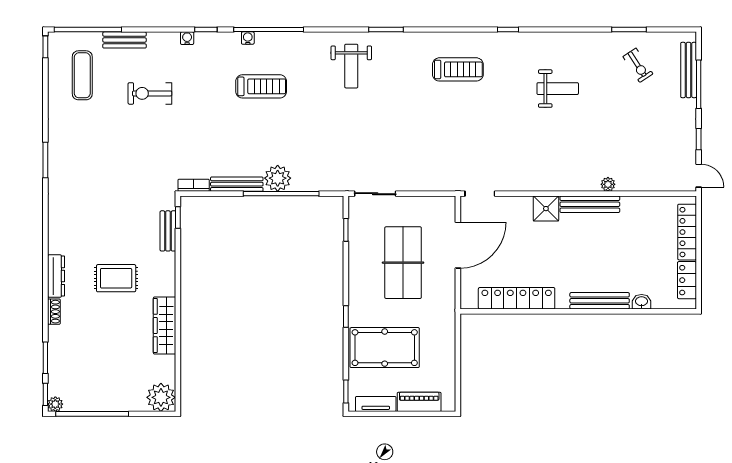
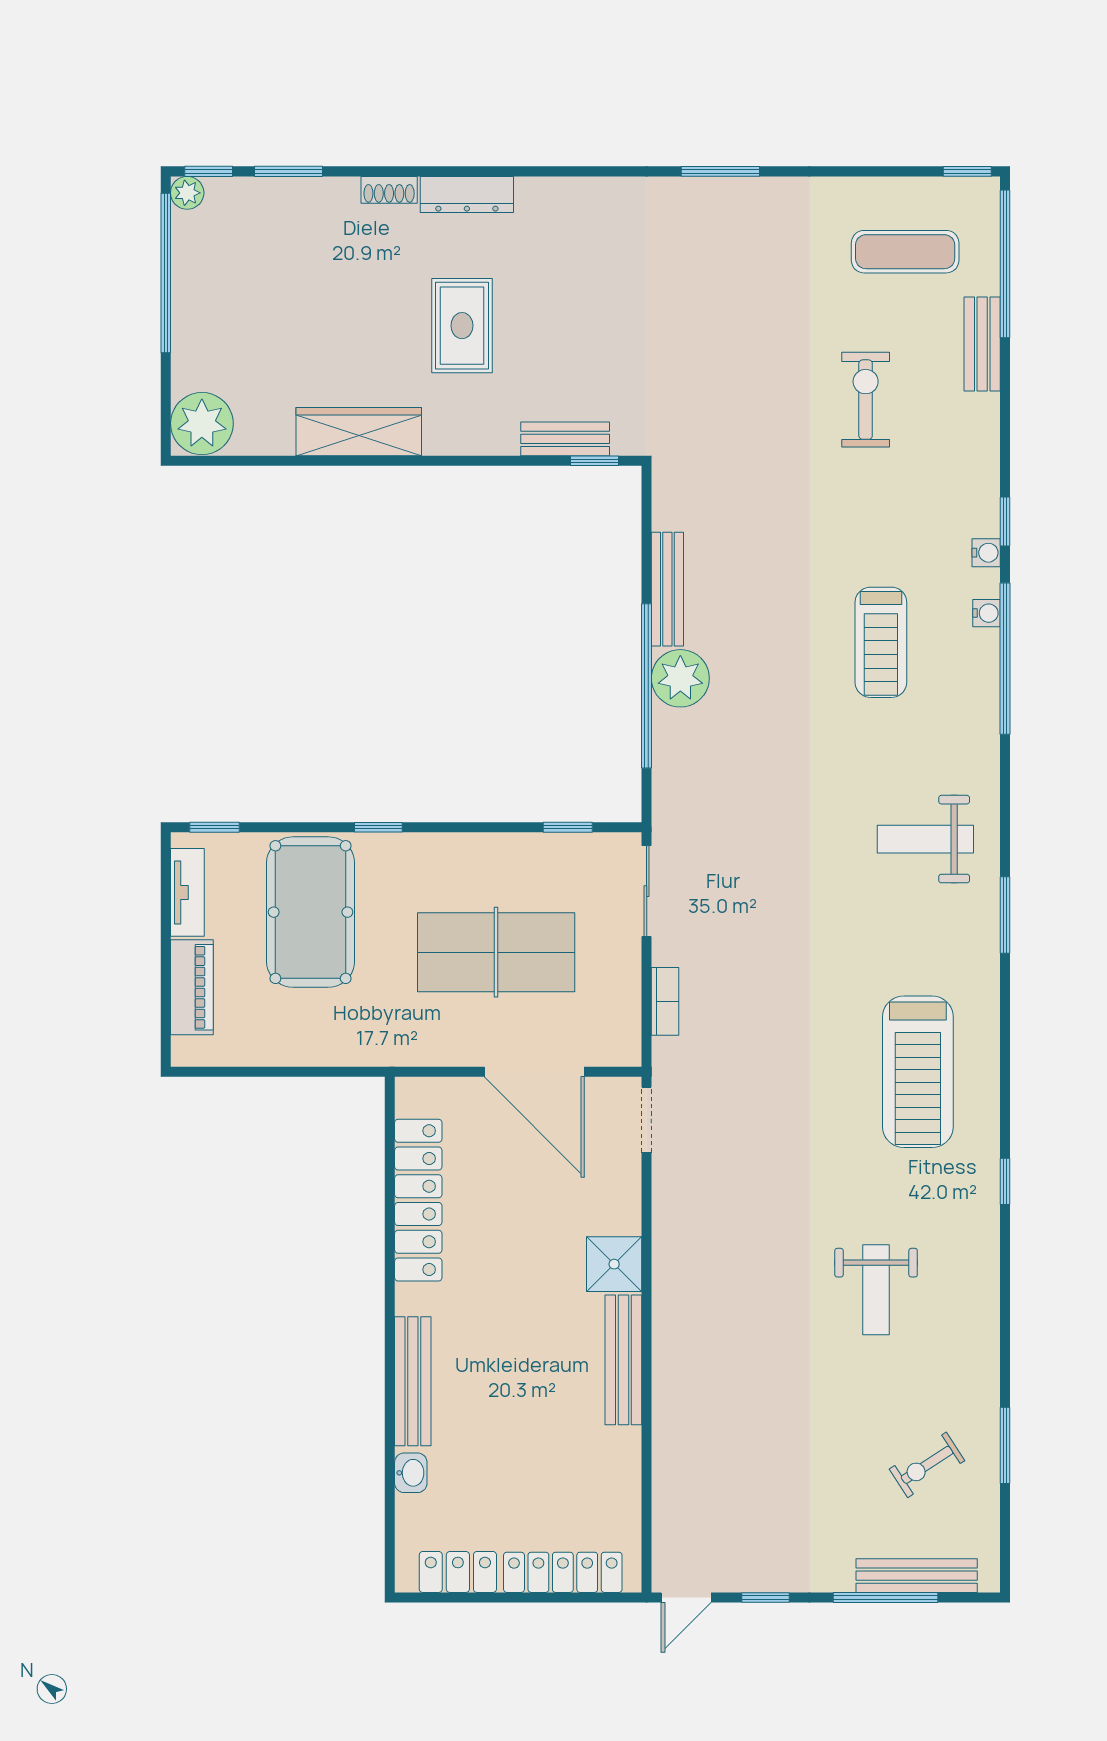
water cooler: (187, 38) -> (986, 553), moved
treadmill: (458, 69) -> (918, 1072), width x1.37, depth x1.38
plant: (608, 184) -> (667, 1400), removed
bookcase: (194, 185) -> (665, 1001), moved

